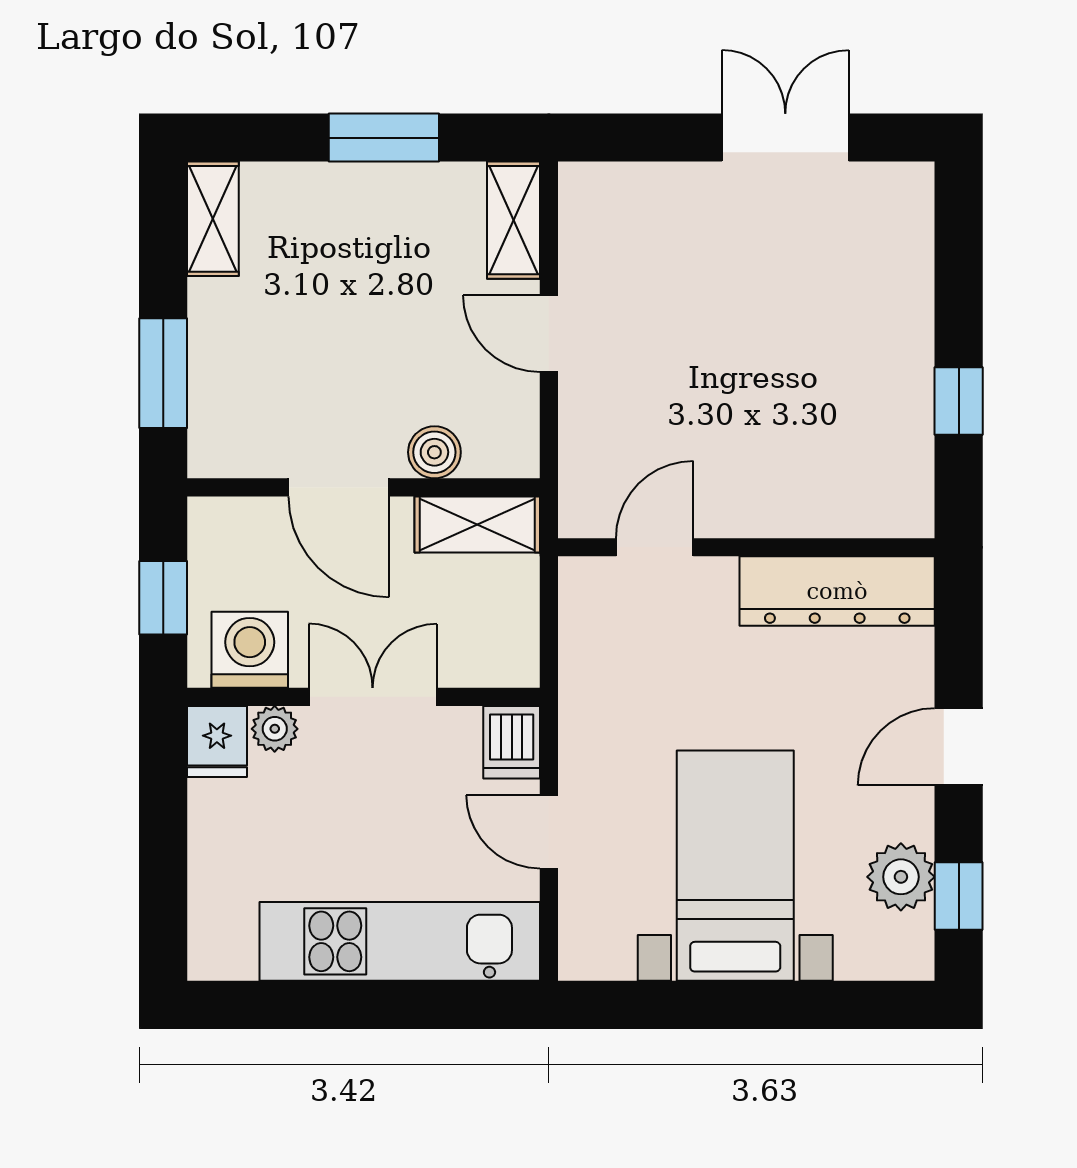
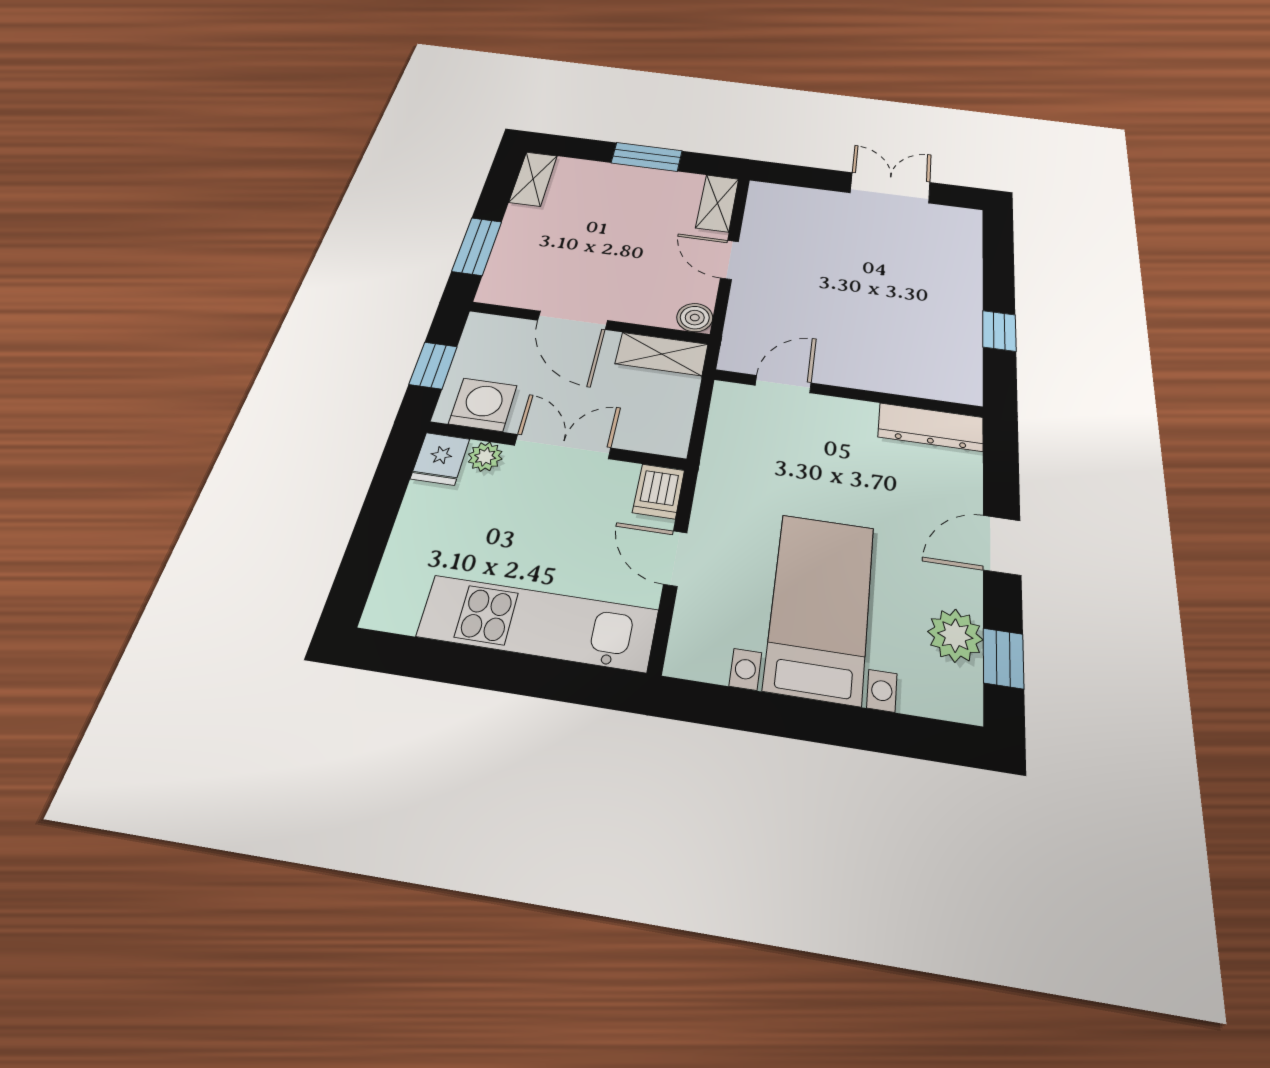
boiler: (434, 452) -> (695, 318), moved
dresser: (837, 591) -> (931, 427), width x0.73, depth x0.80

